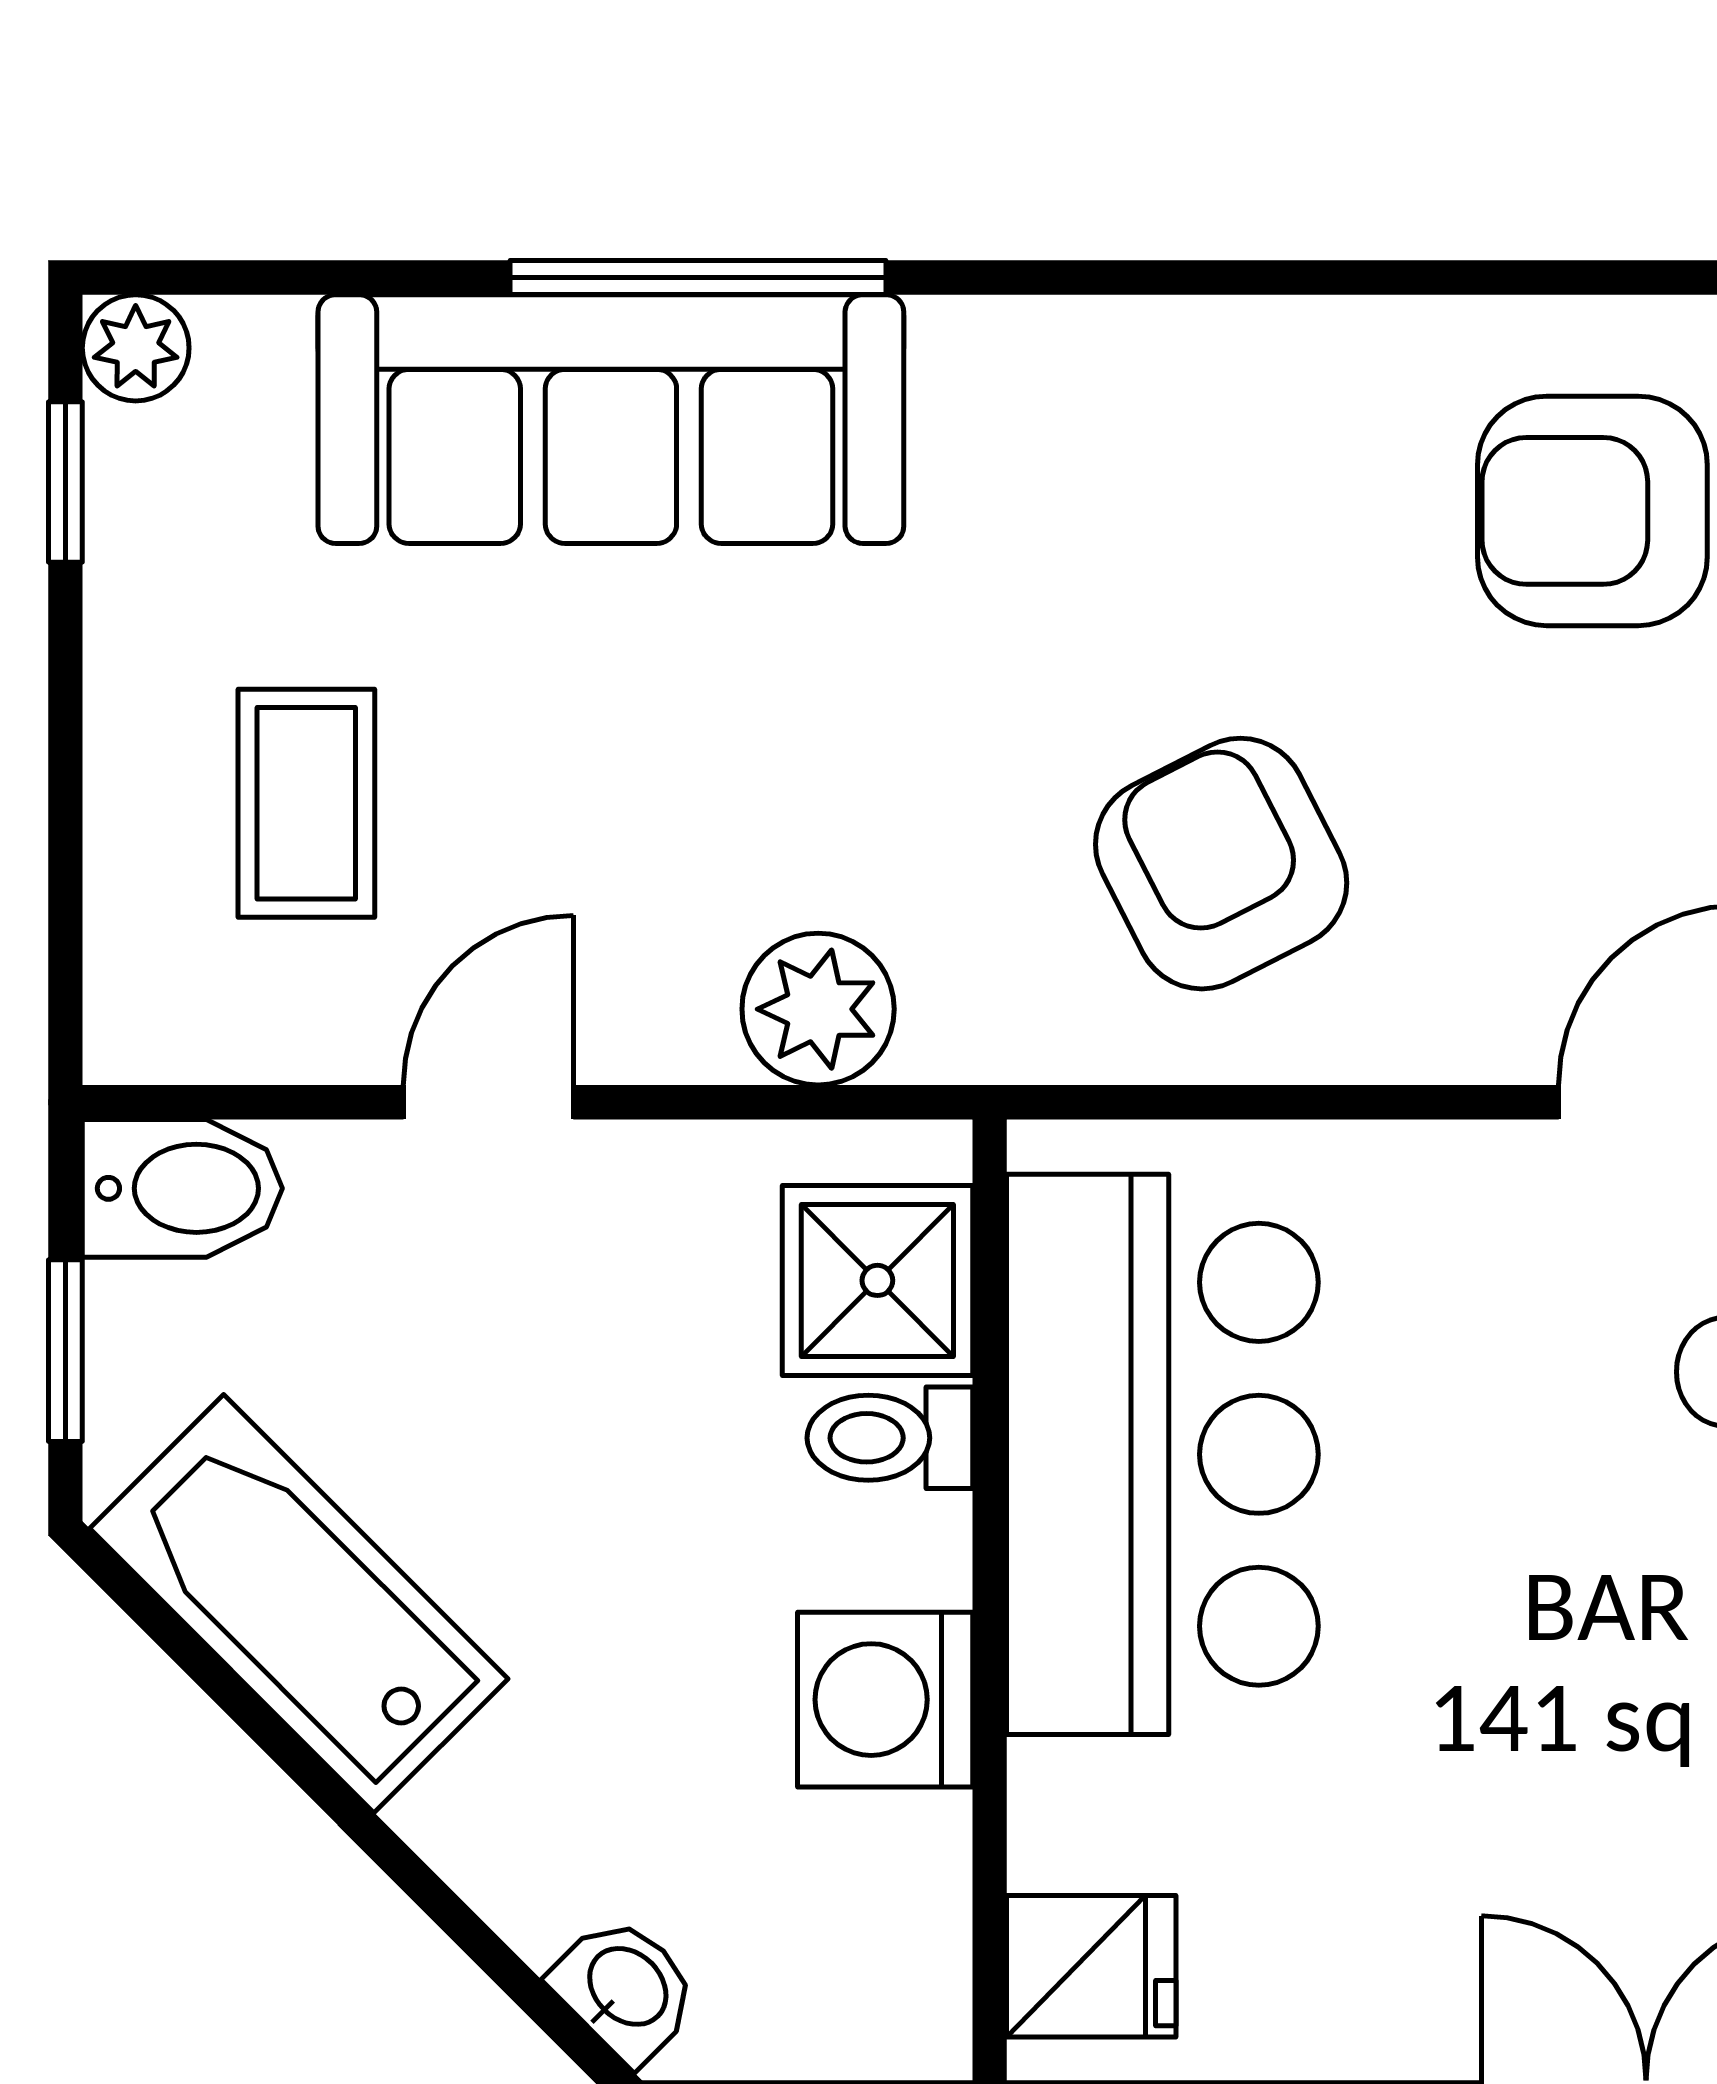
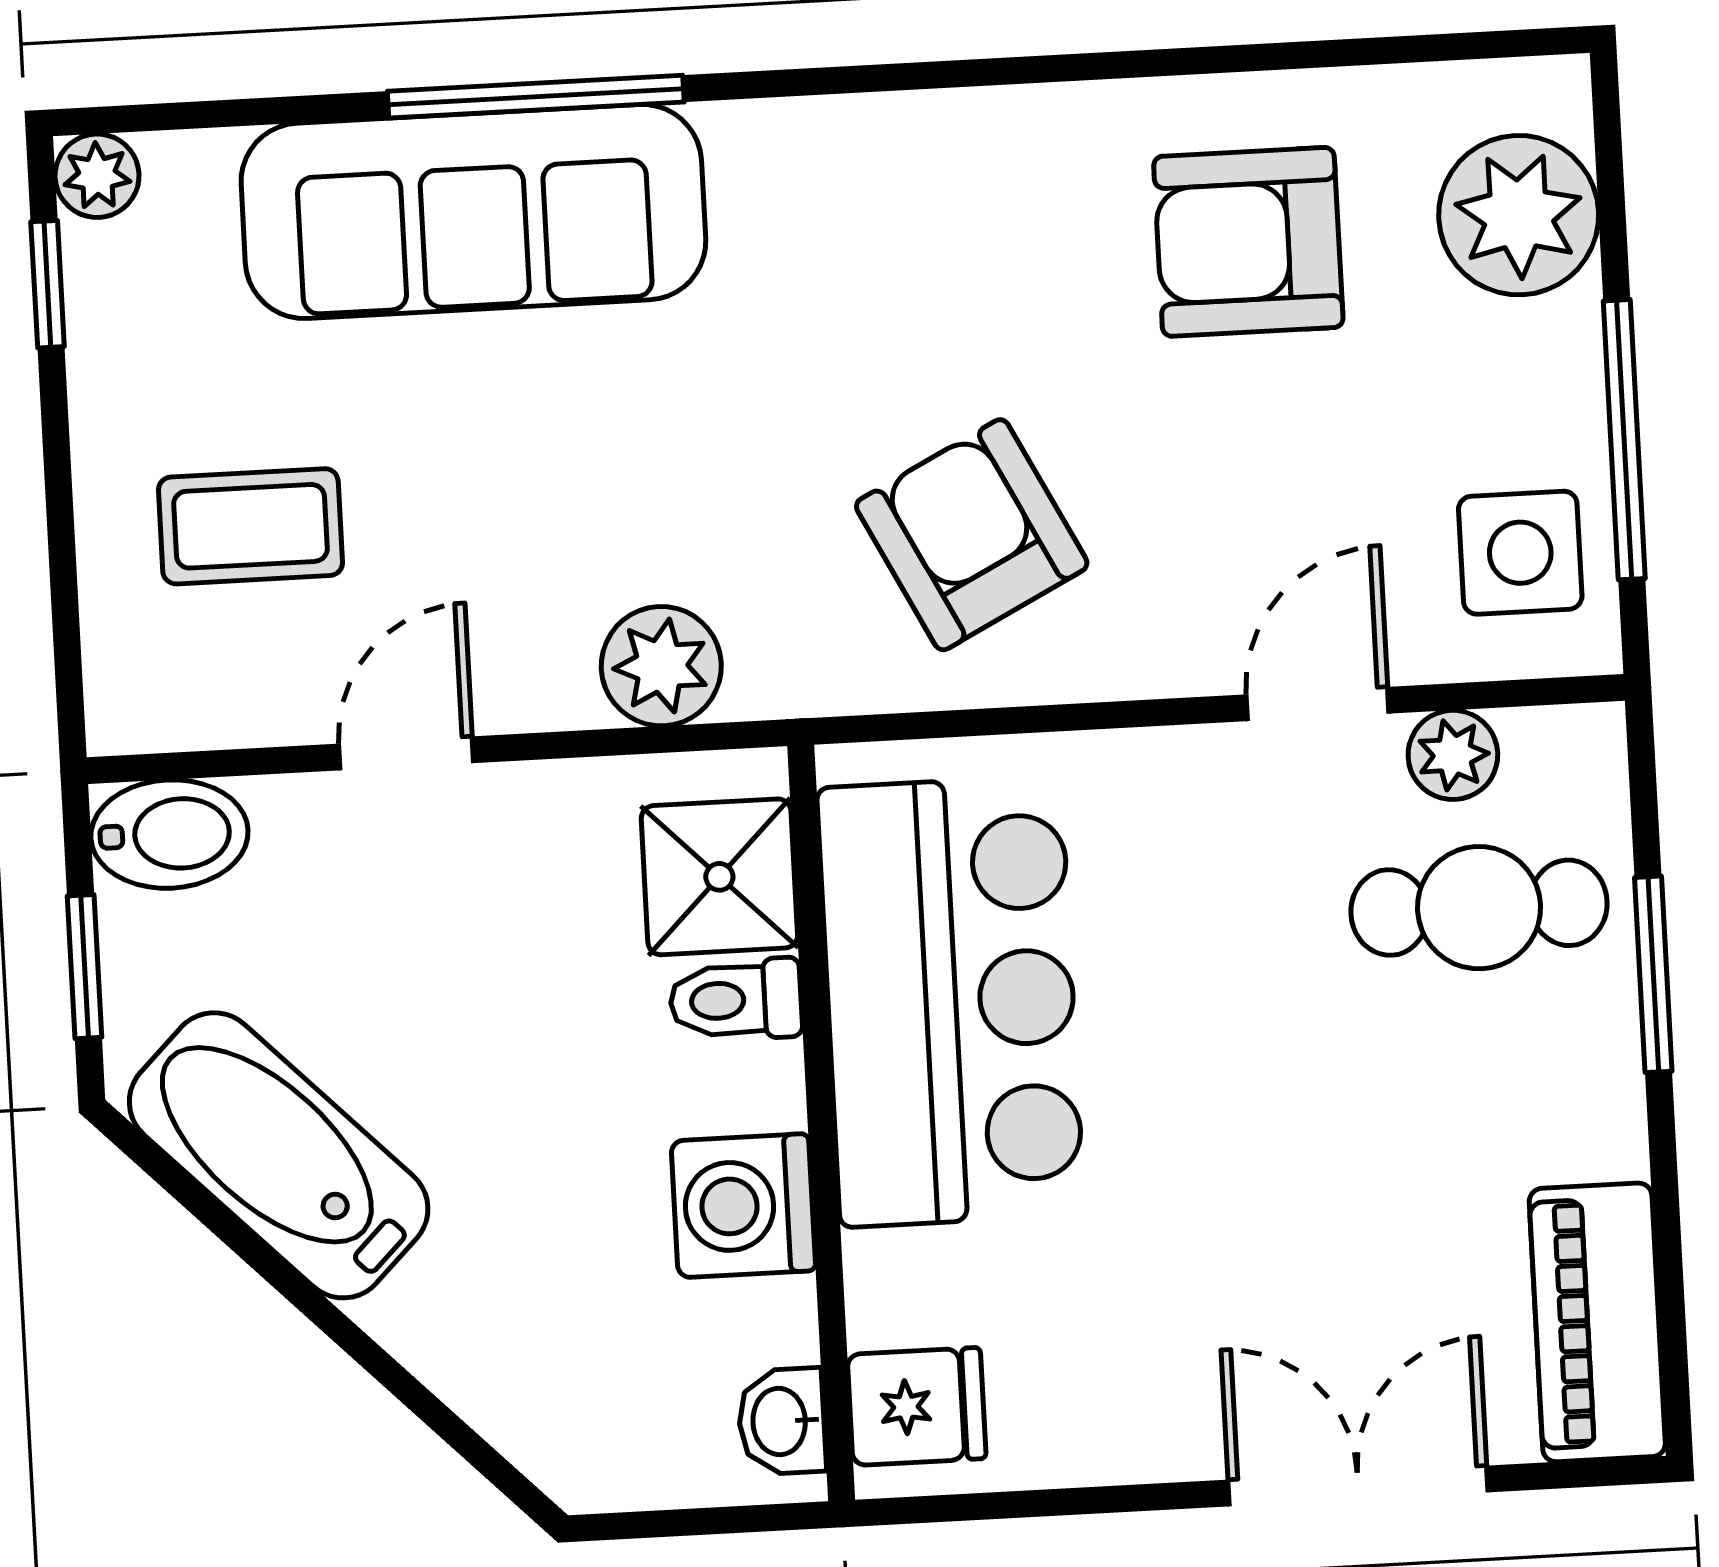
coffee table: (306, 803) -> (250, 526), turned 90
washbasin: (626, 1989) -> (782, 1421), moved, turned -135

